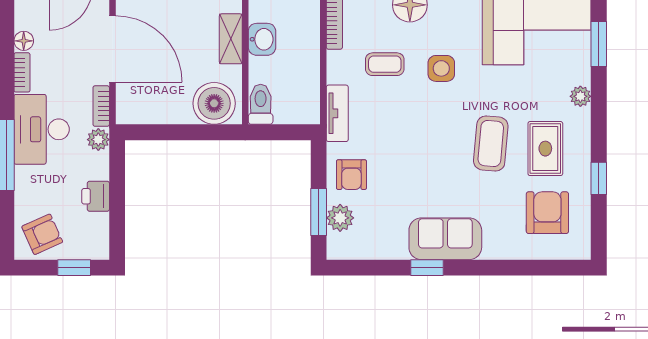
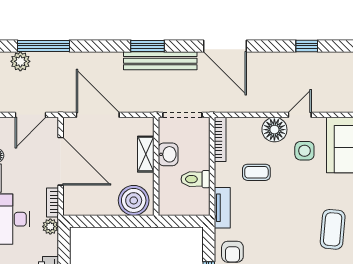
side table: (441, 68) -> (304, 151), moved
toilet: (261, 104) -> (195, 179), moved, turned -90

